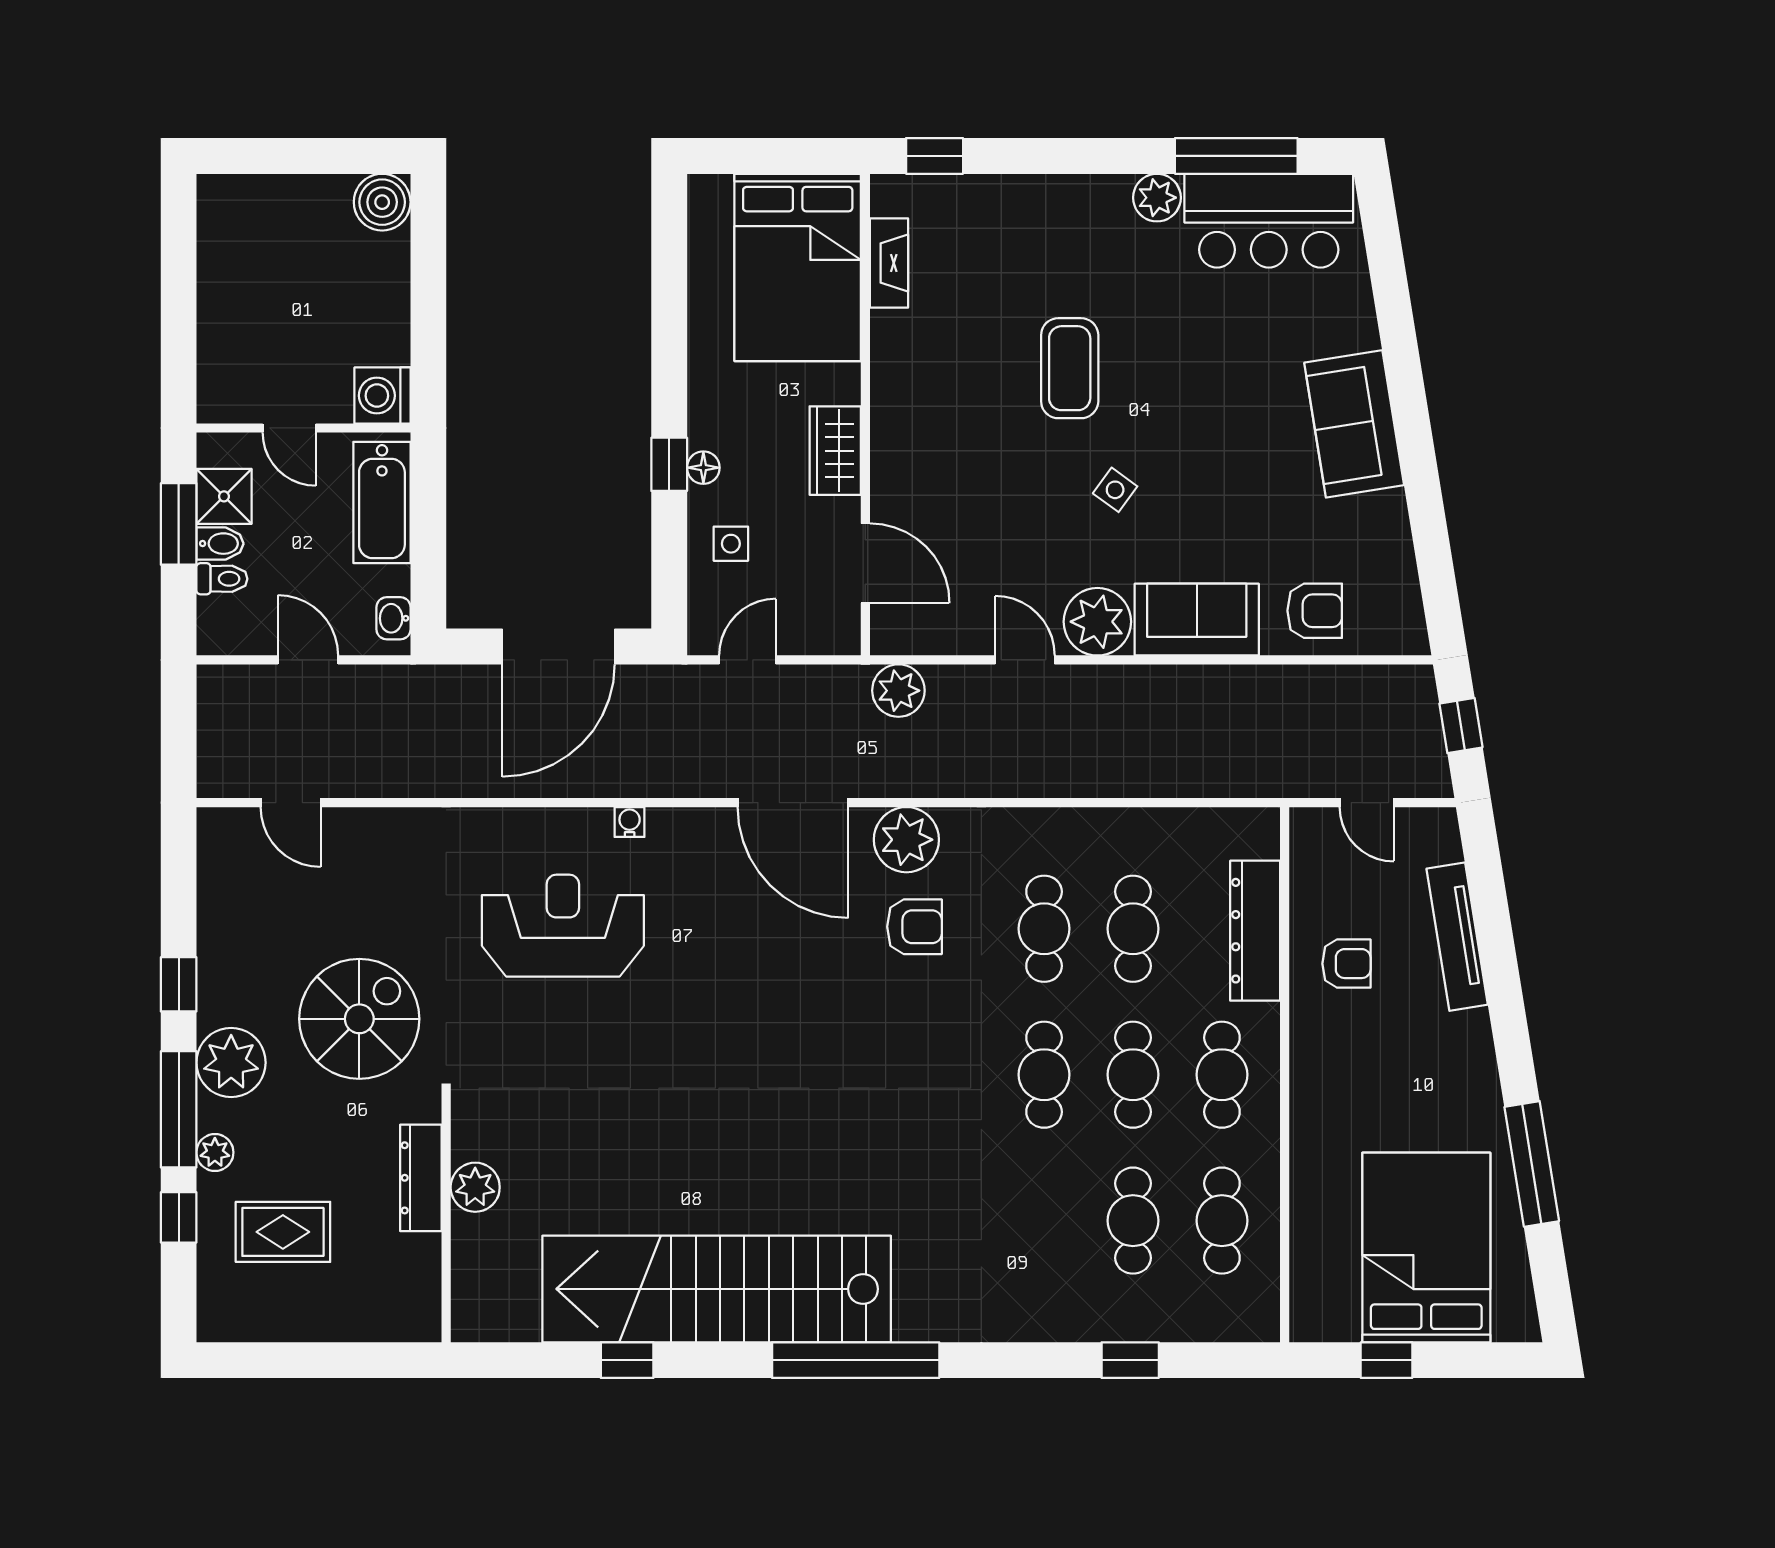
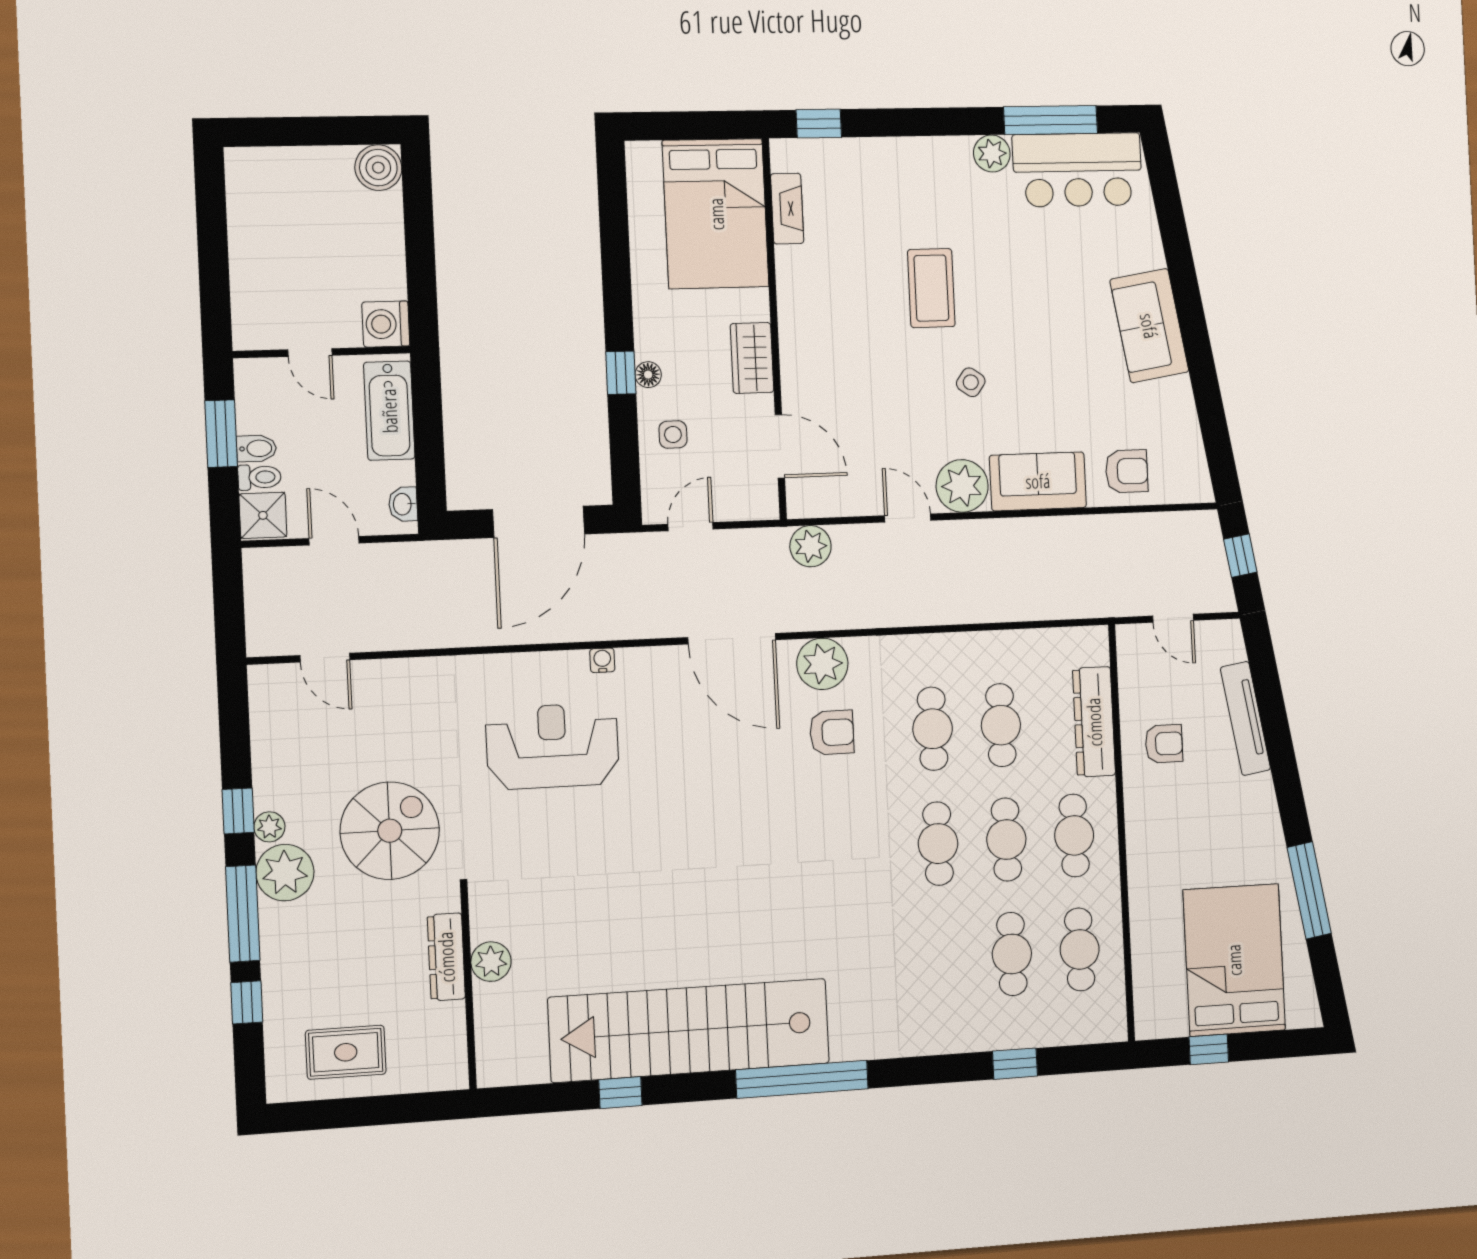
shower: (224, 496) -> (263, 515), moved
plant: (215, 1152) -> (269, 827), moved
rug: (283, 1232) -> (346, 1052), moved

